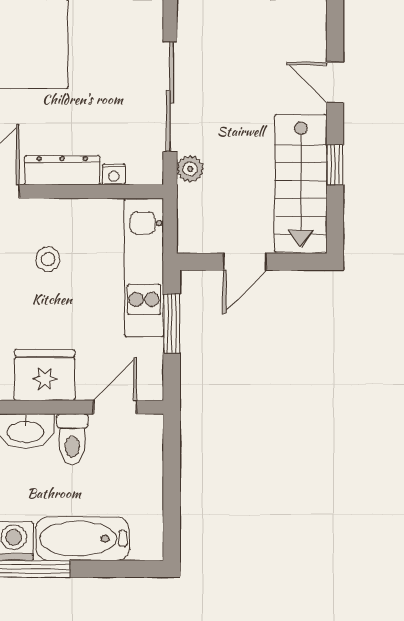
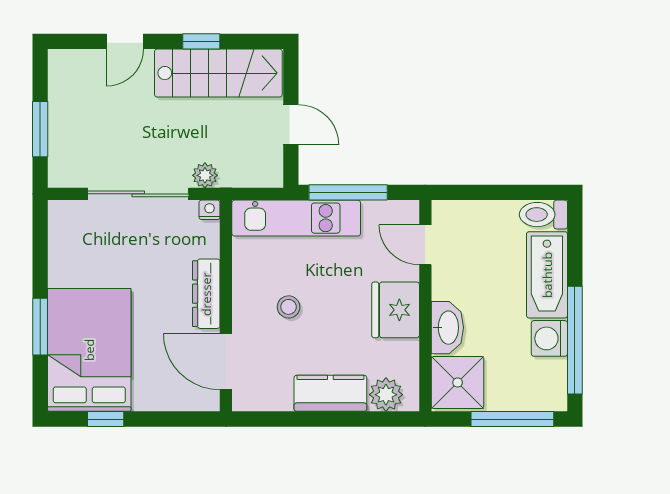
nightstand: (114, 174) -> (209, 210), moved, turned -90
window: (172, 324) -> (348, 192), width x1.44
toilet: (72, 440) -> (543, 215), moved, turned 180

